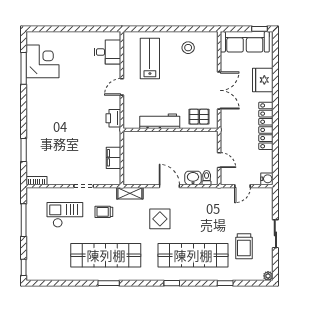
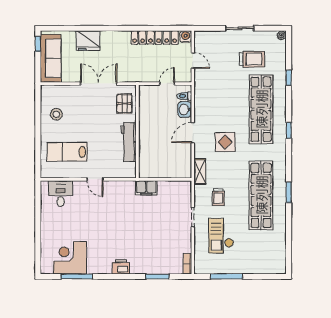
printer: (113, 118) -> (121, 267), moved, turned 180
locker: (266, 126) -> (155, 38), moved
filing cabinet: (114, 158) -> (146, 188), moved
window: (24, 267) -> (273, 276), removed

